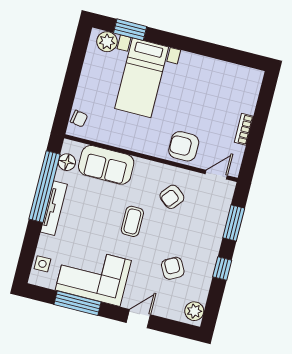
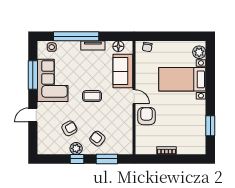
window: (130, 30) -> (210, 126), moved
door: (216, 175) -> (134, 97), moved
window: (45, 187) -> (76, 36), moved
armchair: (172, 197) -> (97, 139), moved
tv unit: (54, 208) -> (93, 45), width x0.71
plant: (194, 311) -> (76, 148), moved
door: (138, 319) -> (33, 115), swing flipped

